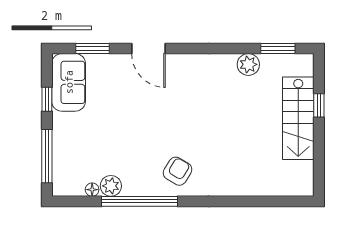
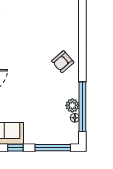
armchair: (178, 171) -> (63, 62), turned -72
window: (140, 201) -> (82, 107), moved

